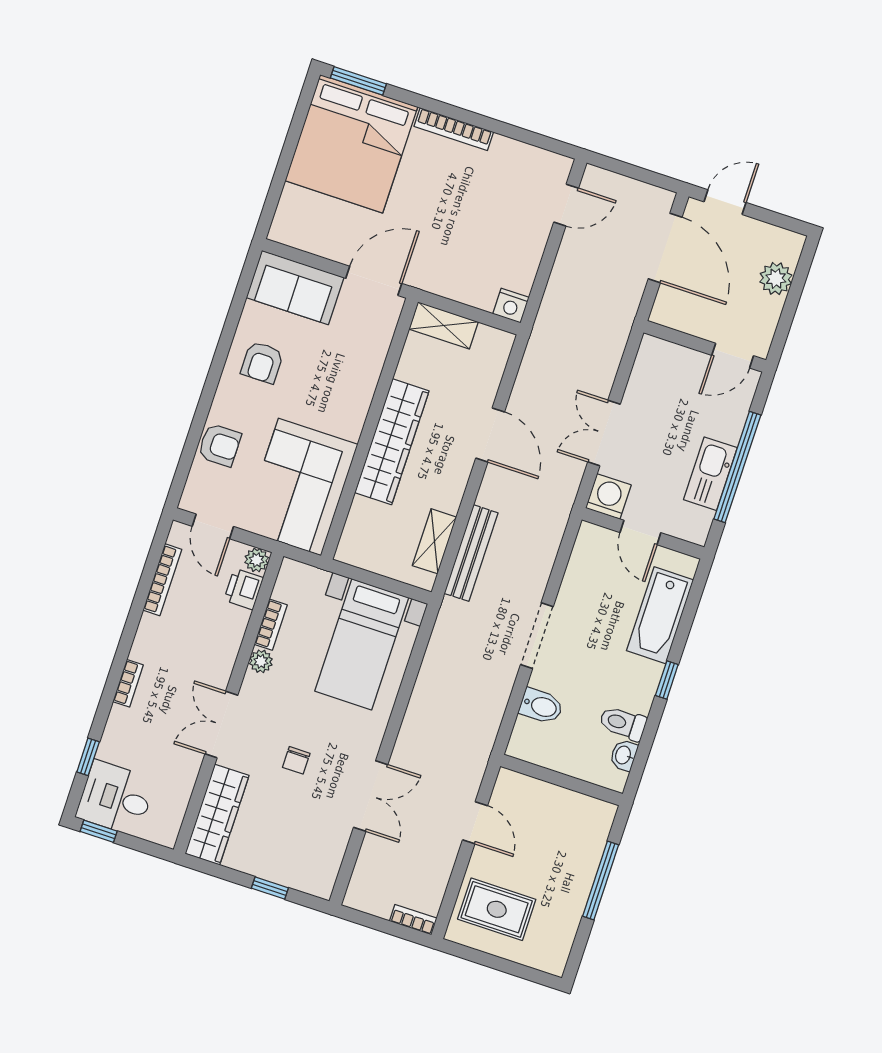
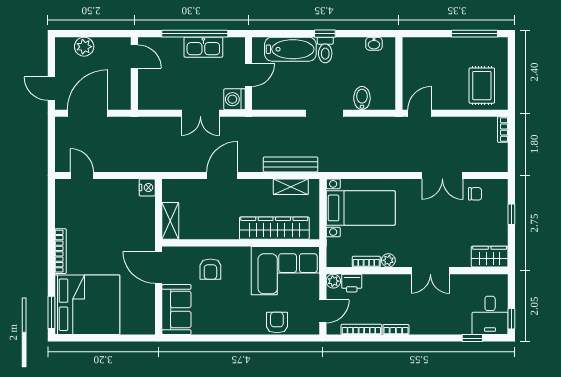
armchair: (262, 362) -> (210, 269), moved, turned 90
wardrobe: (392, 442) -> (274, 228), moved
bookcase: (128, 683) -> (396, 329), moved
toilet: (623, 723) -> (325, 50), moved
chair: (296, 760) -> (475, 194), moved
double door: (371, 796) -> (442, 175), swing flipped
wardrobe: (217, 815) -> (490, 257), width x0.67
door: (475, 823) -> (420, 113), moved
window: (601, 880) -> (475, 34), moved

